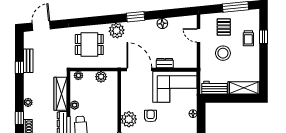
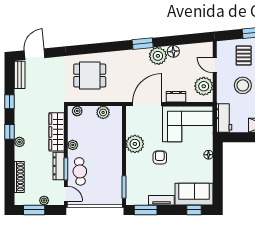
plant: (117, 31) -> (158, 56), moved
plant: (189, 54) -> (204, 86), added
bench: (28, 61) -> (20, 75), moved
door: (139, 69) -> (147, 104), hinge flipped
workbench: (215, 88) -> (224, 118), moved, turned 90
window: (19, 118) -> (10, 132), moved
plant: (129, 119) -> (135, 144), moved

